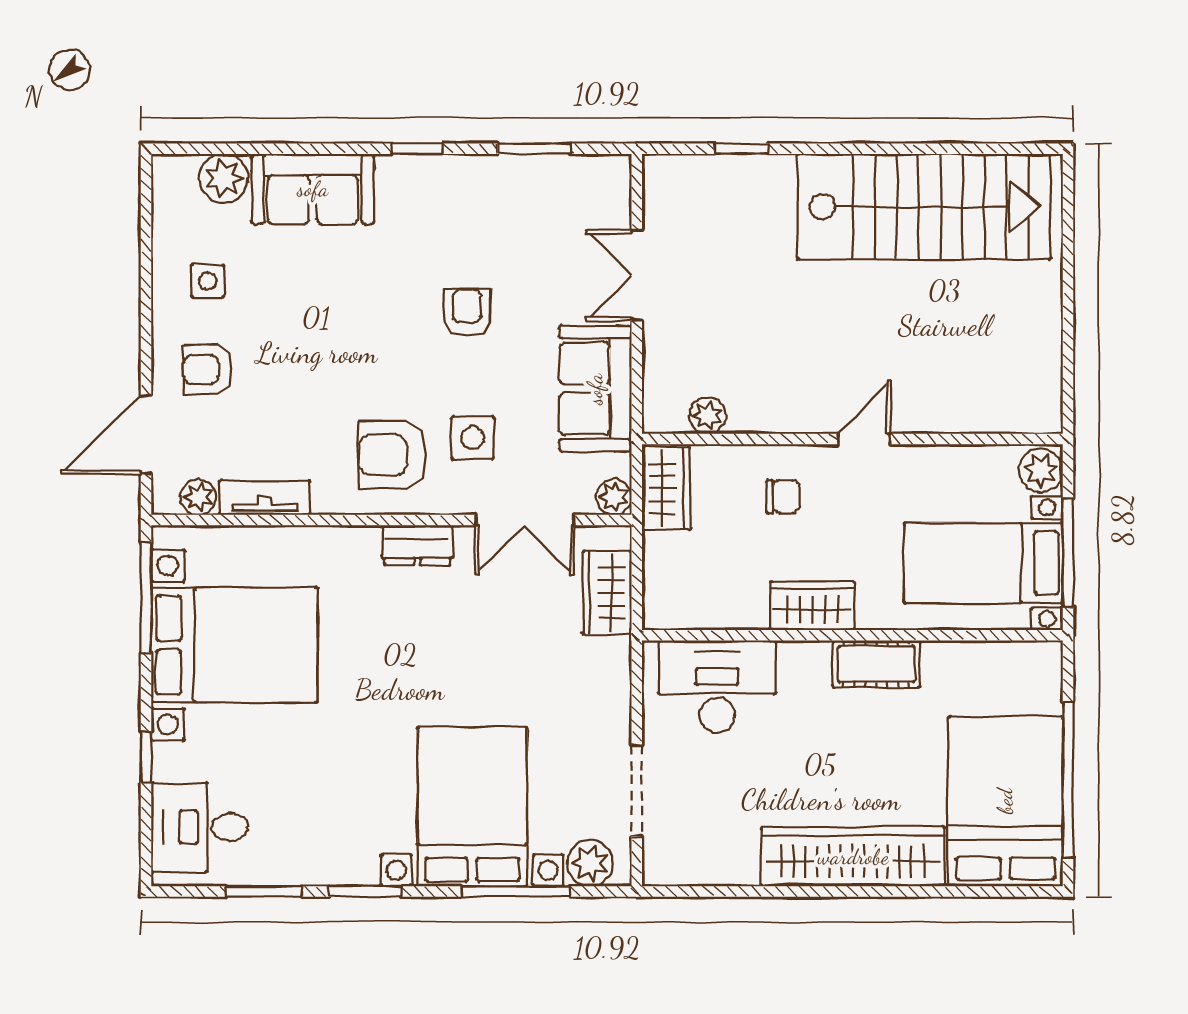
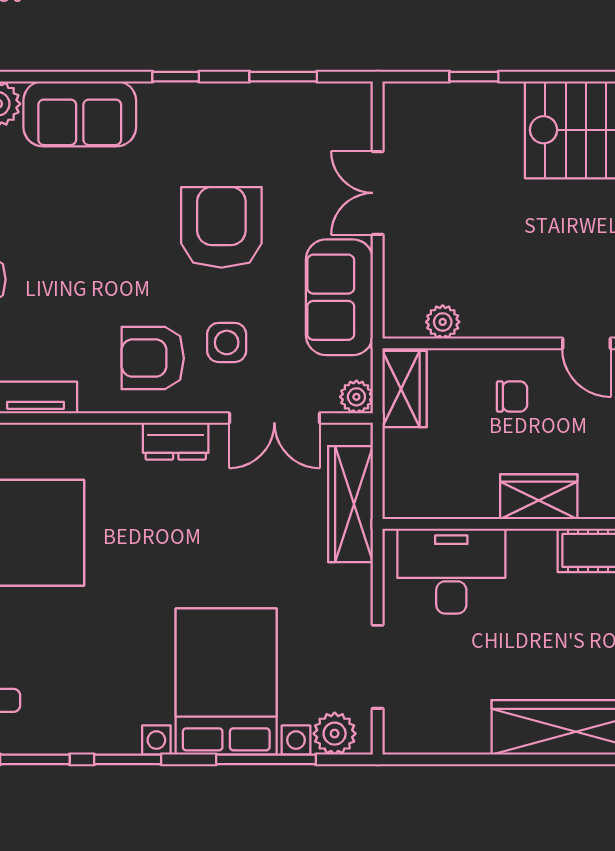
armchair: (467, 313) -> (221, 227), width x1.88, depth x1.88
door: (864, 439) -> (587, 343), swing flipped
wardrobe: (607, 593) -> (350, 504), width x1.50

